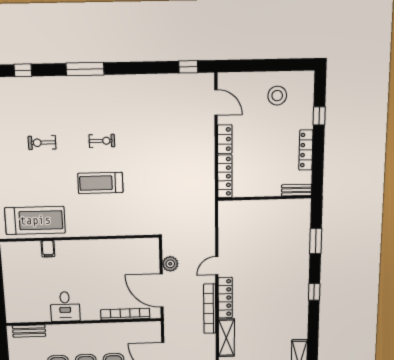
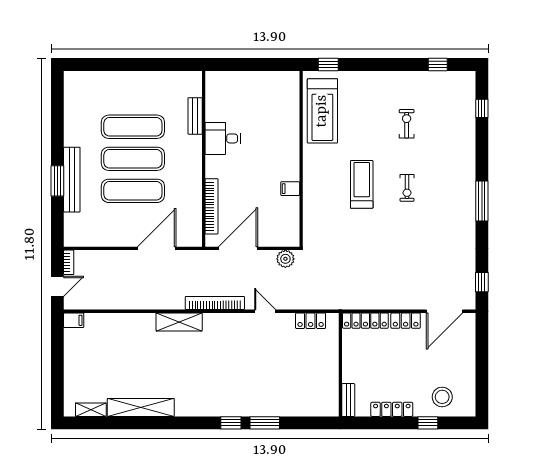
window: (85, 69) -> (482, 201), moved
stool: (277, 96) -> (442, 397), moved
door: (216, 102) -> (445, 311), width x1.36
window: (316, 241) -> (265, 423), moved
filing cabinet: (48, 249) -> (290, 189), moved
plant: (170, 264) -> (285, 259), moved
locker: (225, 298) -> (311, 321), moved, width x0.66
bench: (29, 331) -> (195, 116), moved

